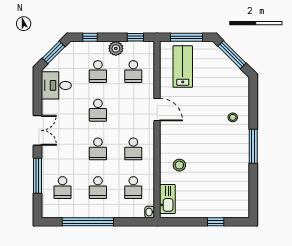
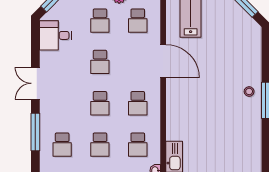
door: (157, 110) -> (163, 61), width x1.36
stool: (233, 117) -> (249, 91), moved
double door: (38, 130) -> (35, 83), swing flipped
stool: (179, 165) -> (187, 121), removed

